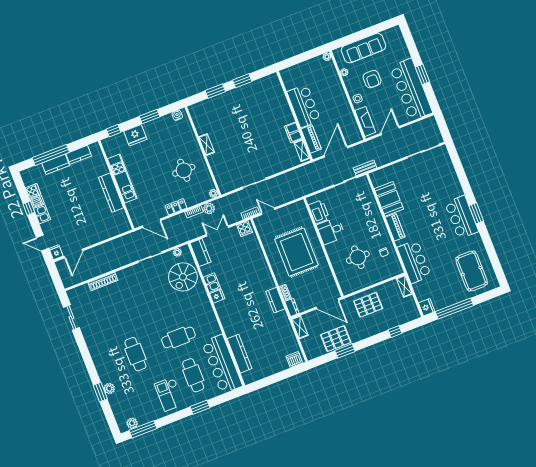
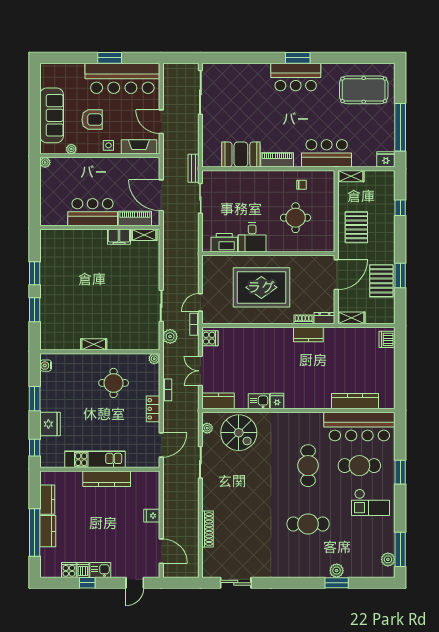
plant: (209, 208) -> (170, 336), moved
fridge: (56, 252) -> (152, 516), moved

